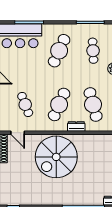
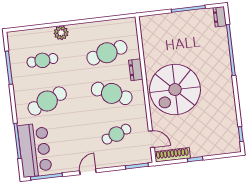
cafe table: (59, 51) -> (47, 101), turned -48
door: (18, 133) -> (151, 139), hinge flipped
spiral stairs: (56, 157) -> (175, 90), turned 90

